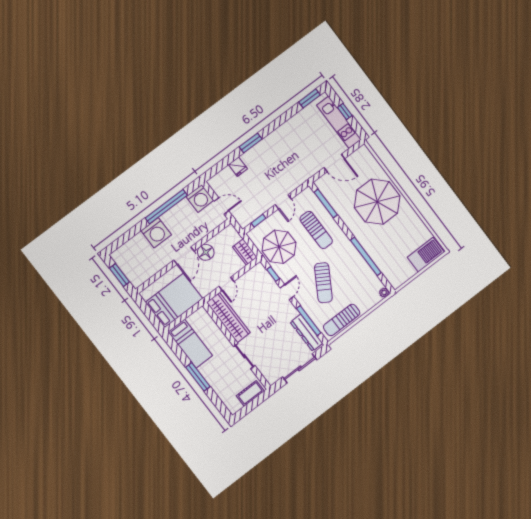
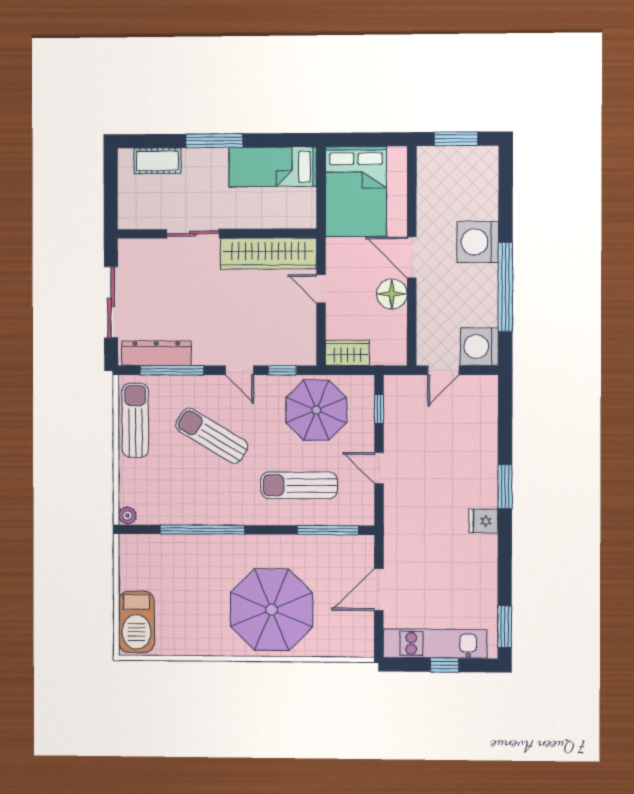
fridge: (238, 167) -> (484, 521), moved
cot: (250, 393) -> (157, 161), moved, turned 90

